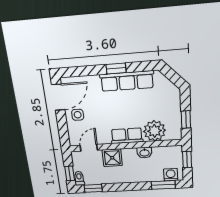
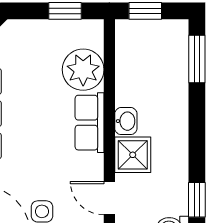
washbasin: (144, 153) -> (126, 121), moved
washing machine: (171, 175) -> (175, 43), removed

